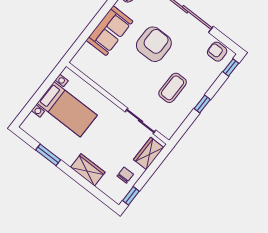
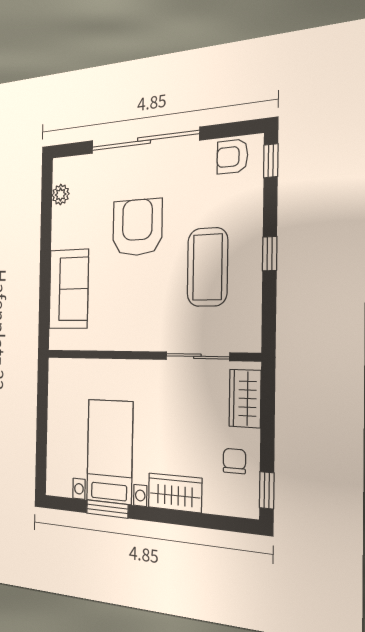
sofa: (110, 31) -> (69, 289), moved
coffee table: (173, 88) -> (207, 267), width x1.36, depth x1.32
bed with nightstands: (67, 109) -> (110, 451), moved, turned -90

